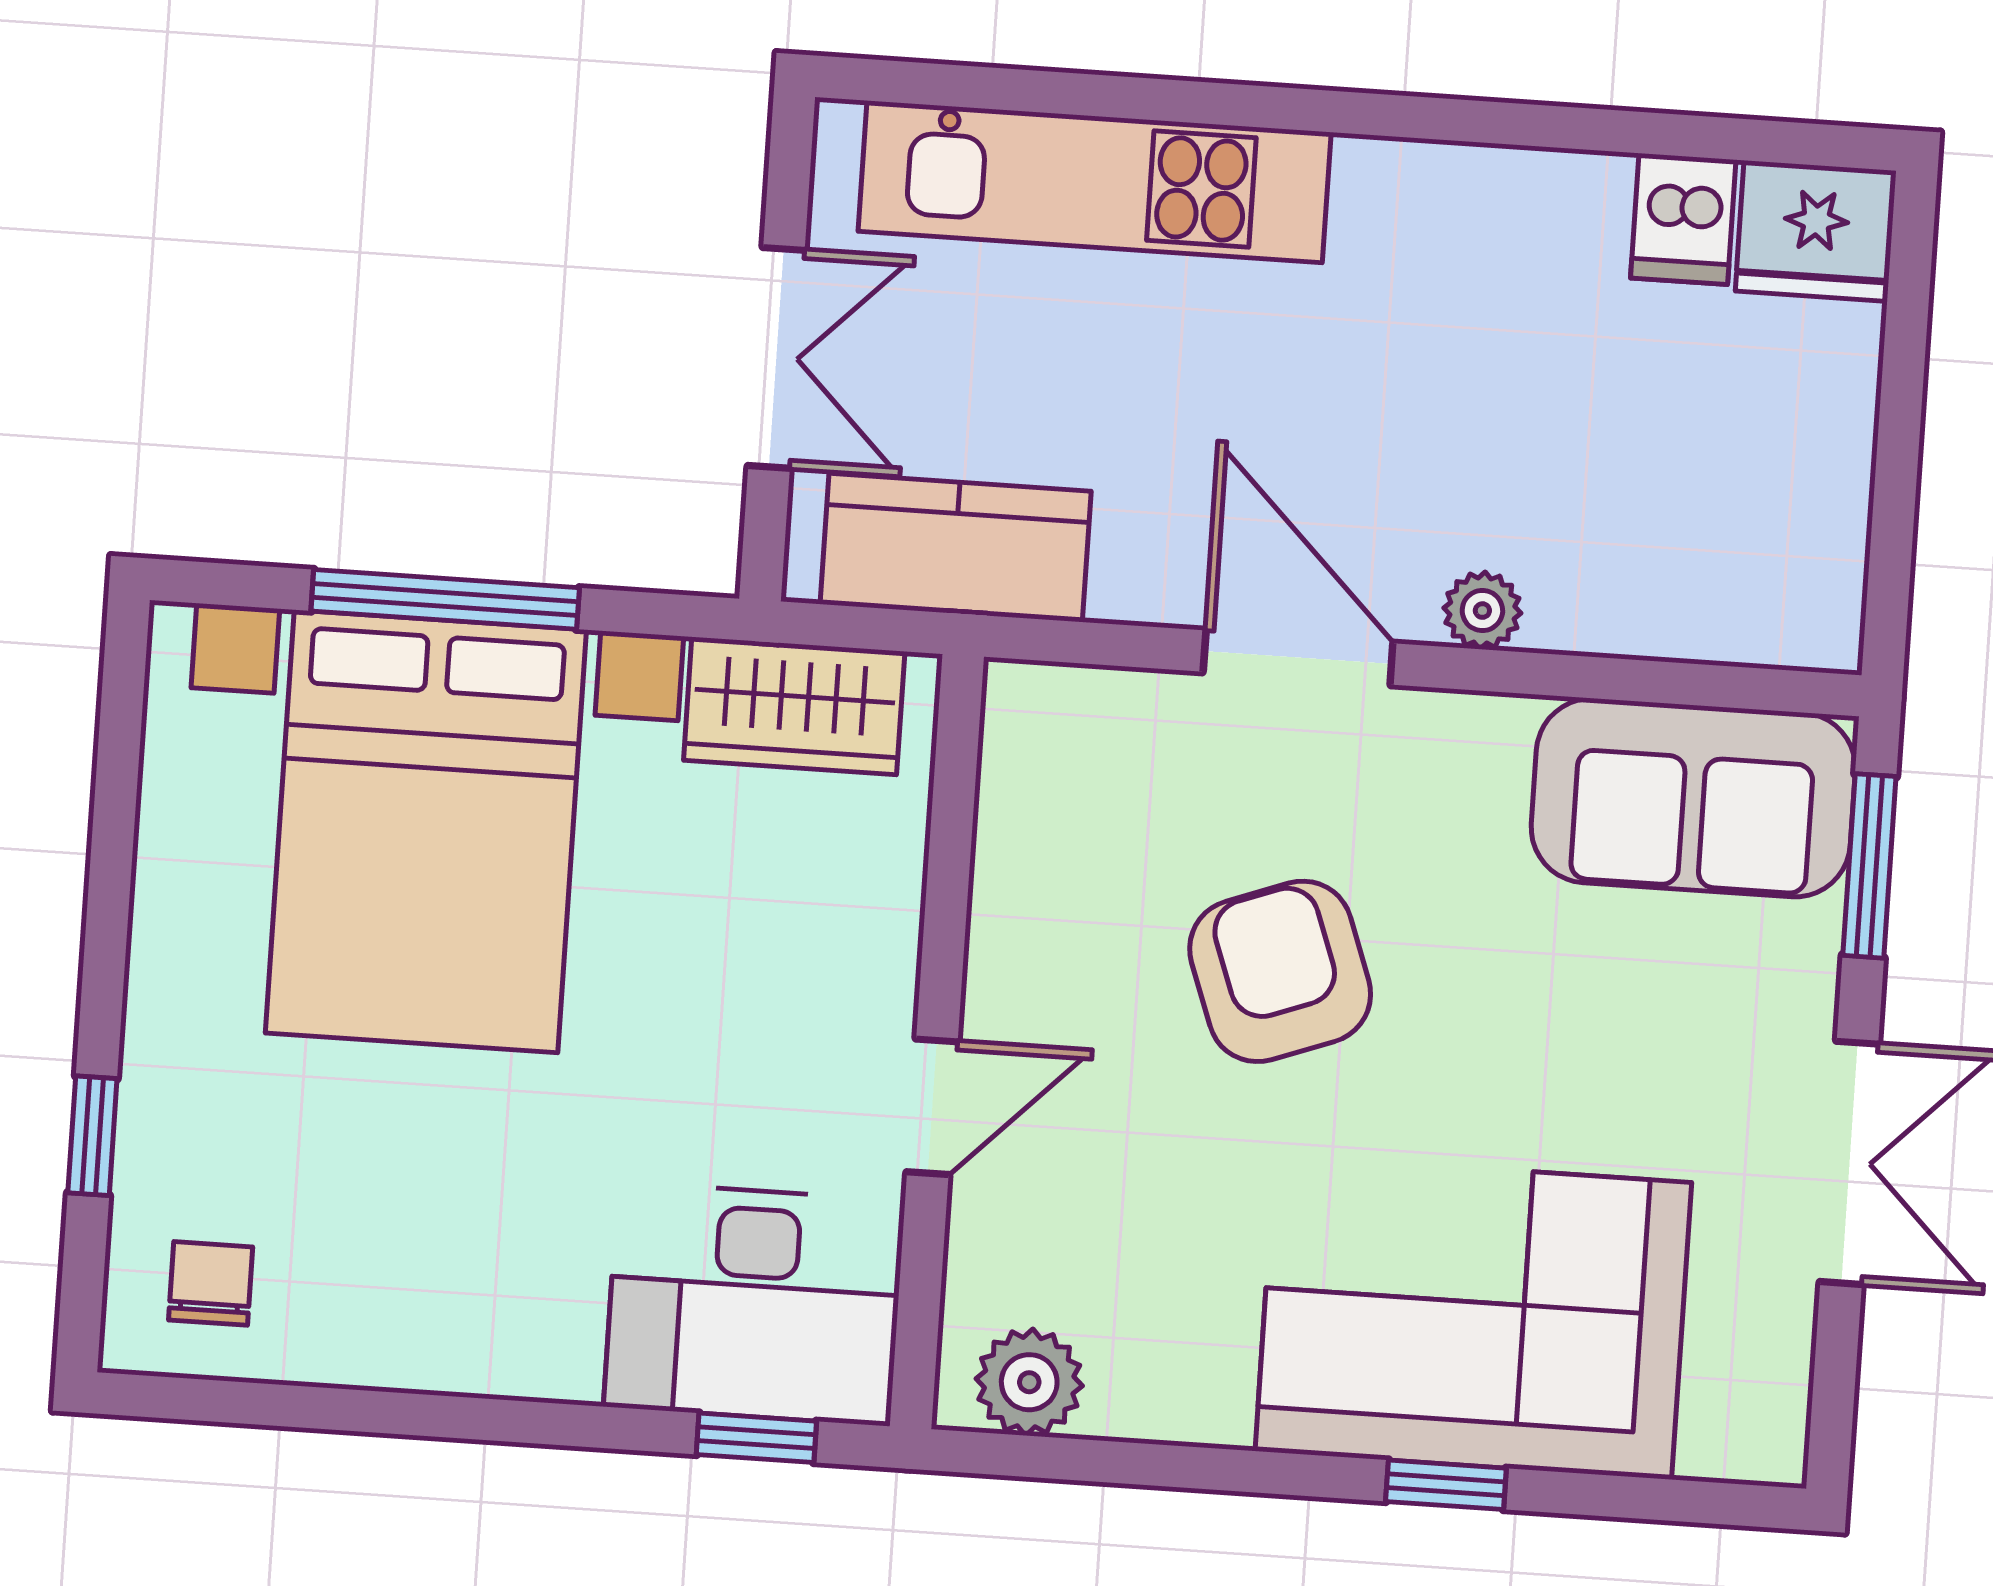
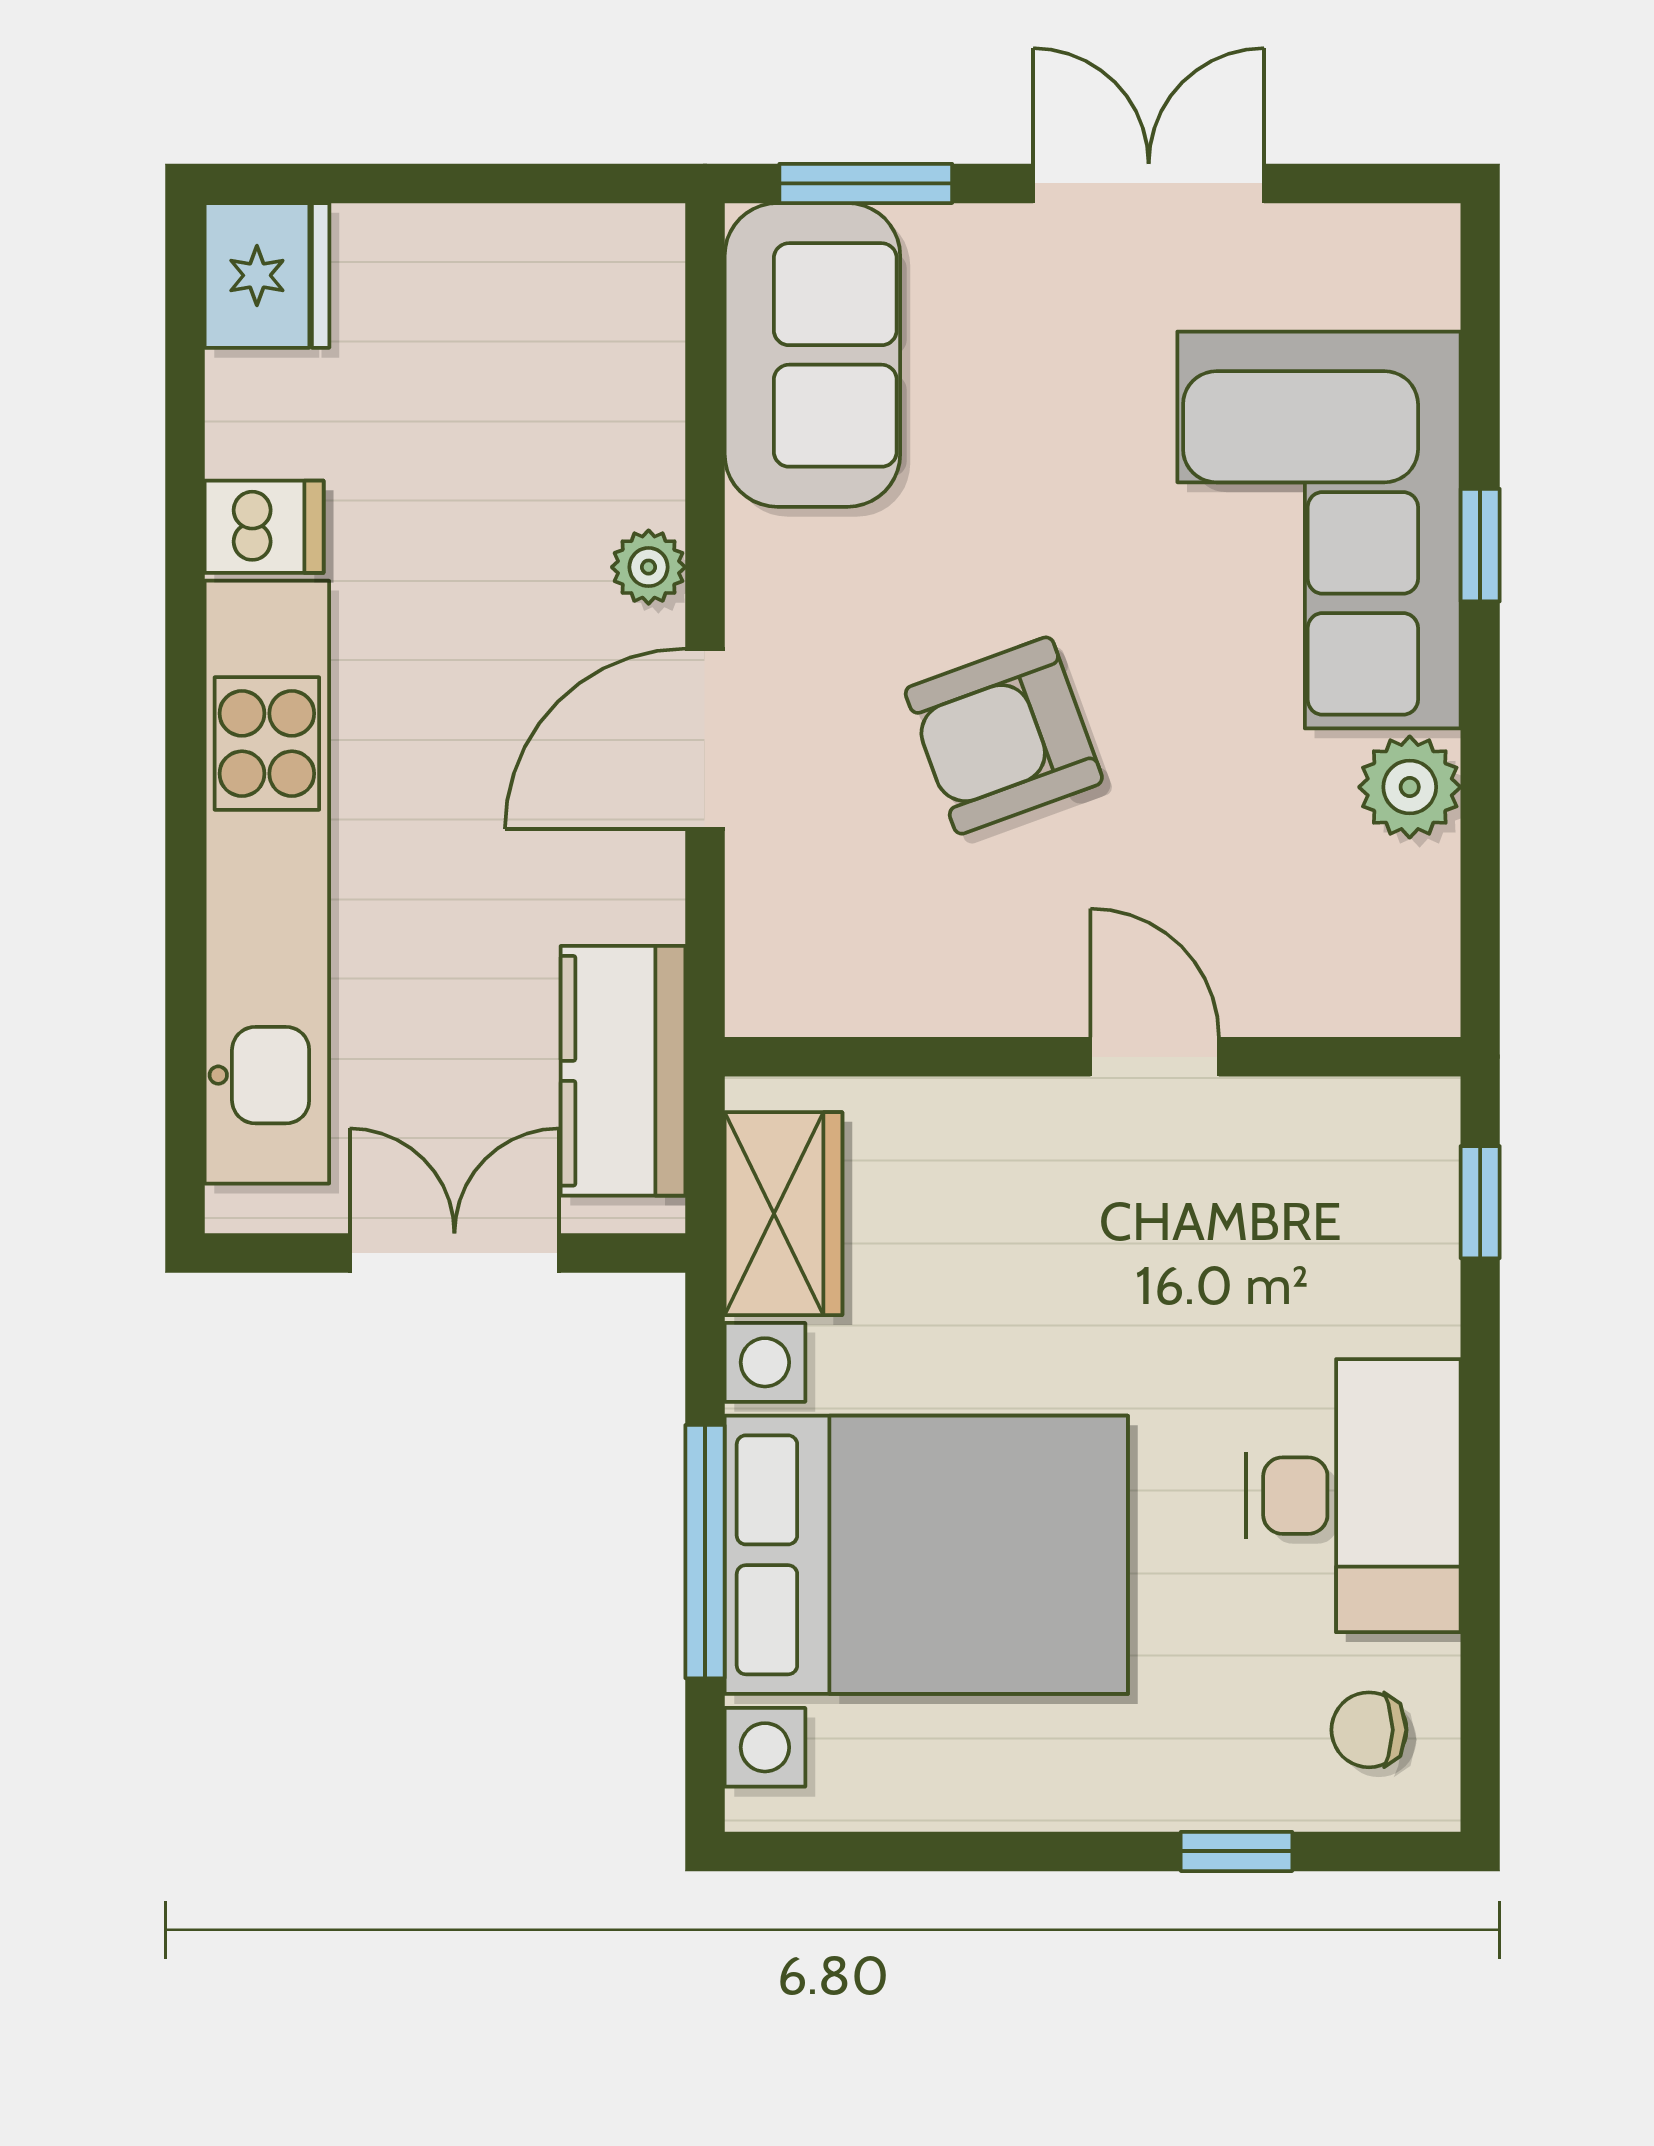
kitchen unit: (1095, 182) -> (267, 882), width x1.36
dishwasher: (1683, 219) -> (264, 527), moved
desk: (754, 1304) -> (1353, 1496), moved
plant: (1029, 1382) -> (1410, 787), moved

